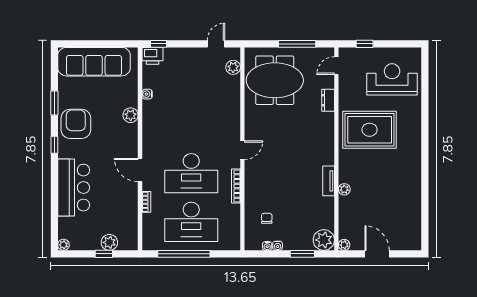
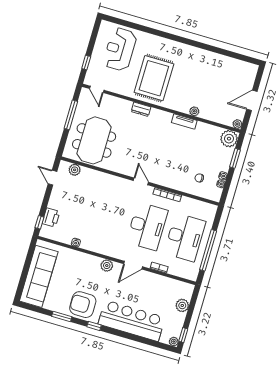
printer: (152, 56) -> (51, 217), moved
dresser: (328, 100) -> (141, 109), moved
plant: (131, 115) -> (107, 266), moved
bar counter: (74, 188) -> (132, 321), width x1.36
window: (104, 254) -> (183, 335), moved

